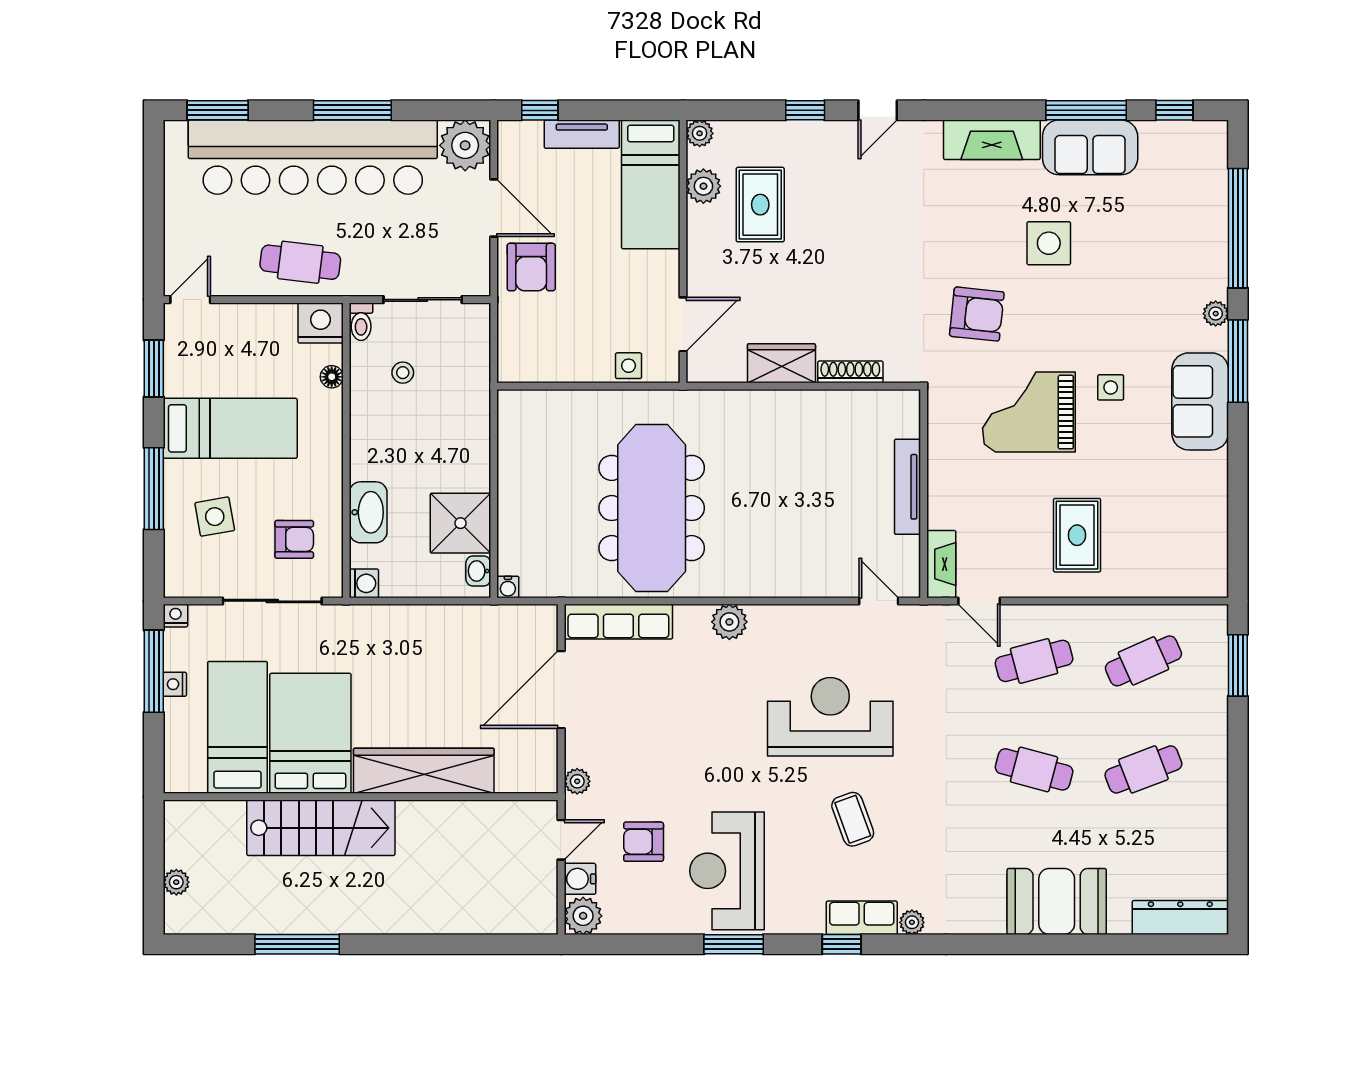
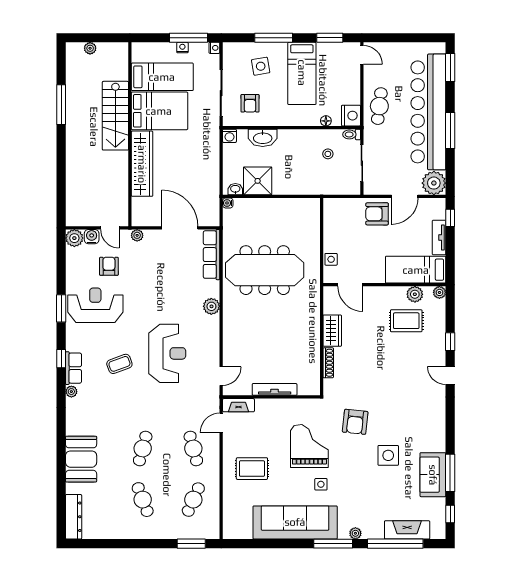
fireplace: (992, 140) -> (407, 530), moved, turned 90
sofa: (1200, 401) -> (295, 522), width x1.85, depth x1.27
cafe table: (1143, 661) -> (193, 500), turned 48

